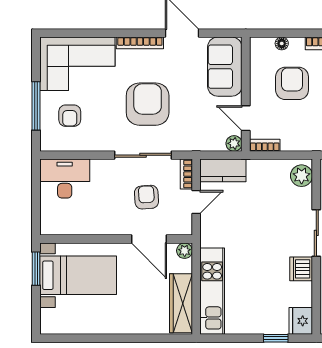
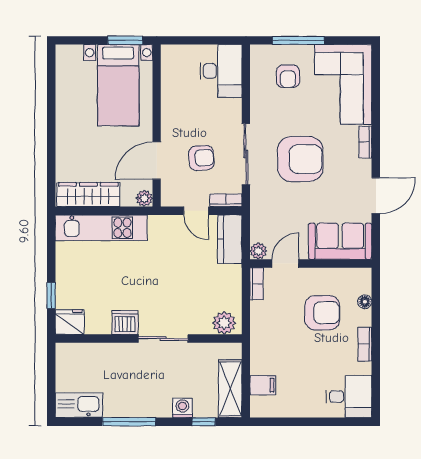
bookcase: (140, 43) -> (365, 142), width x0.64
armchair: (70, 116) -> (288, 76), turned -90

